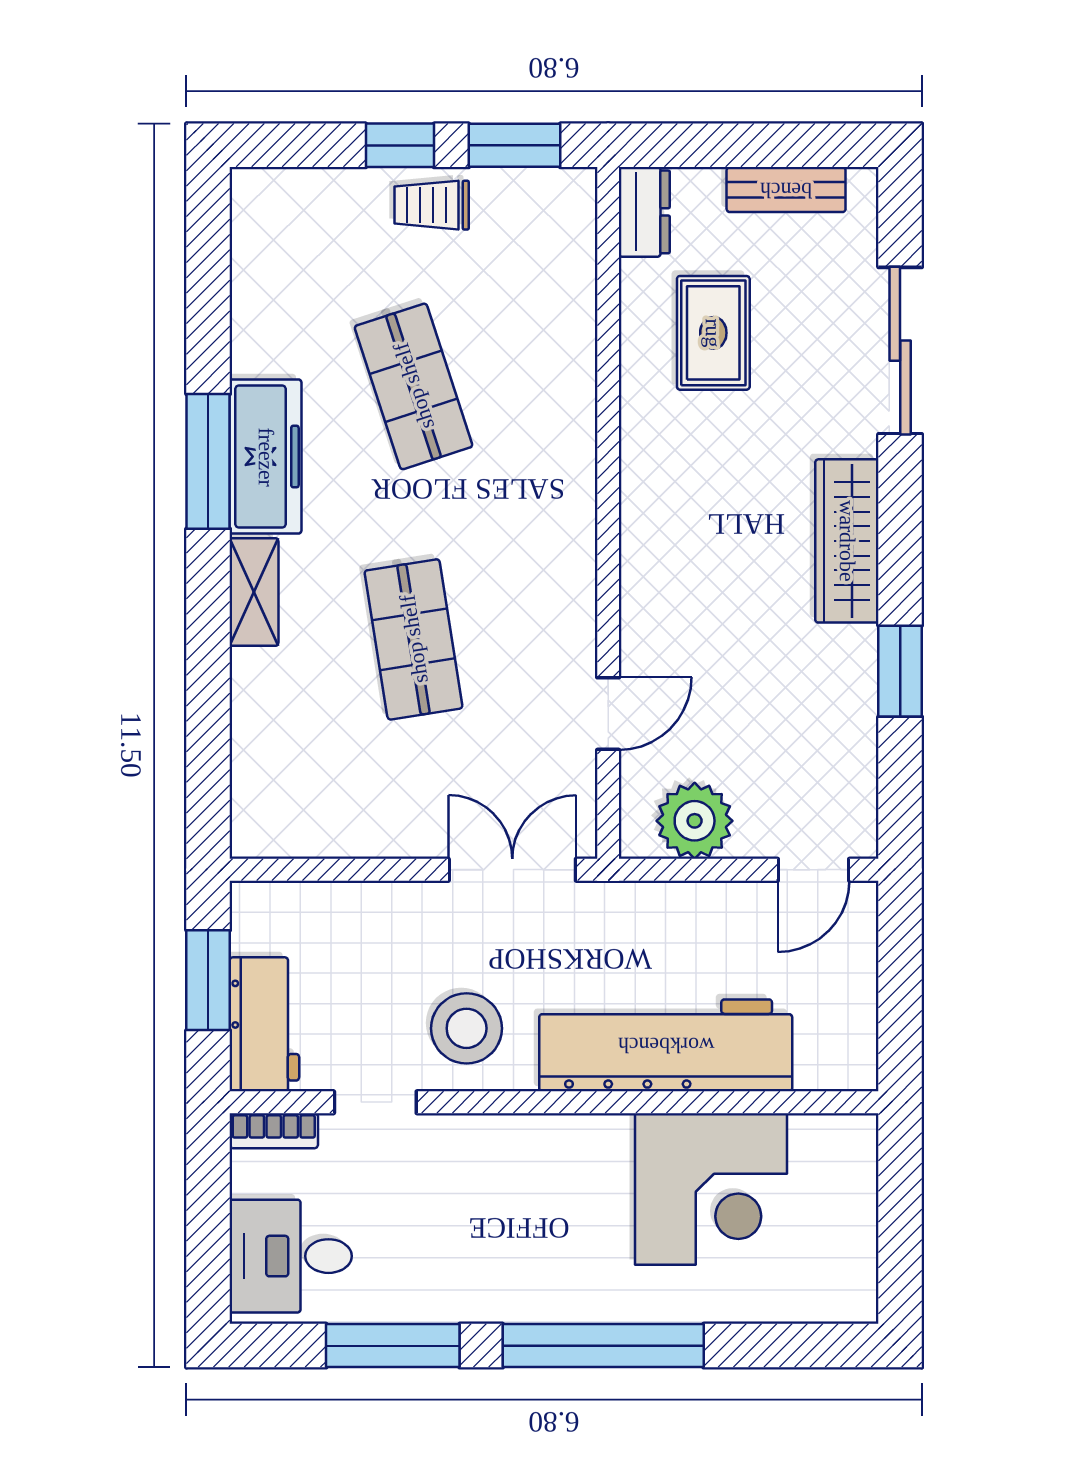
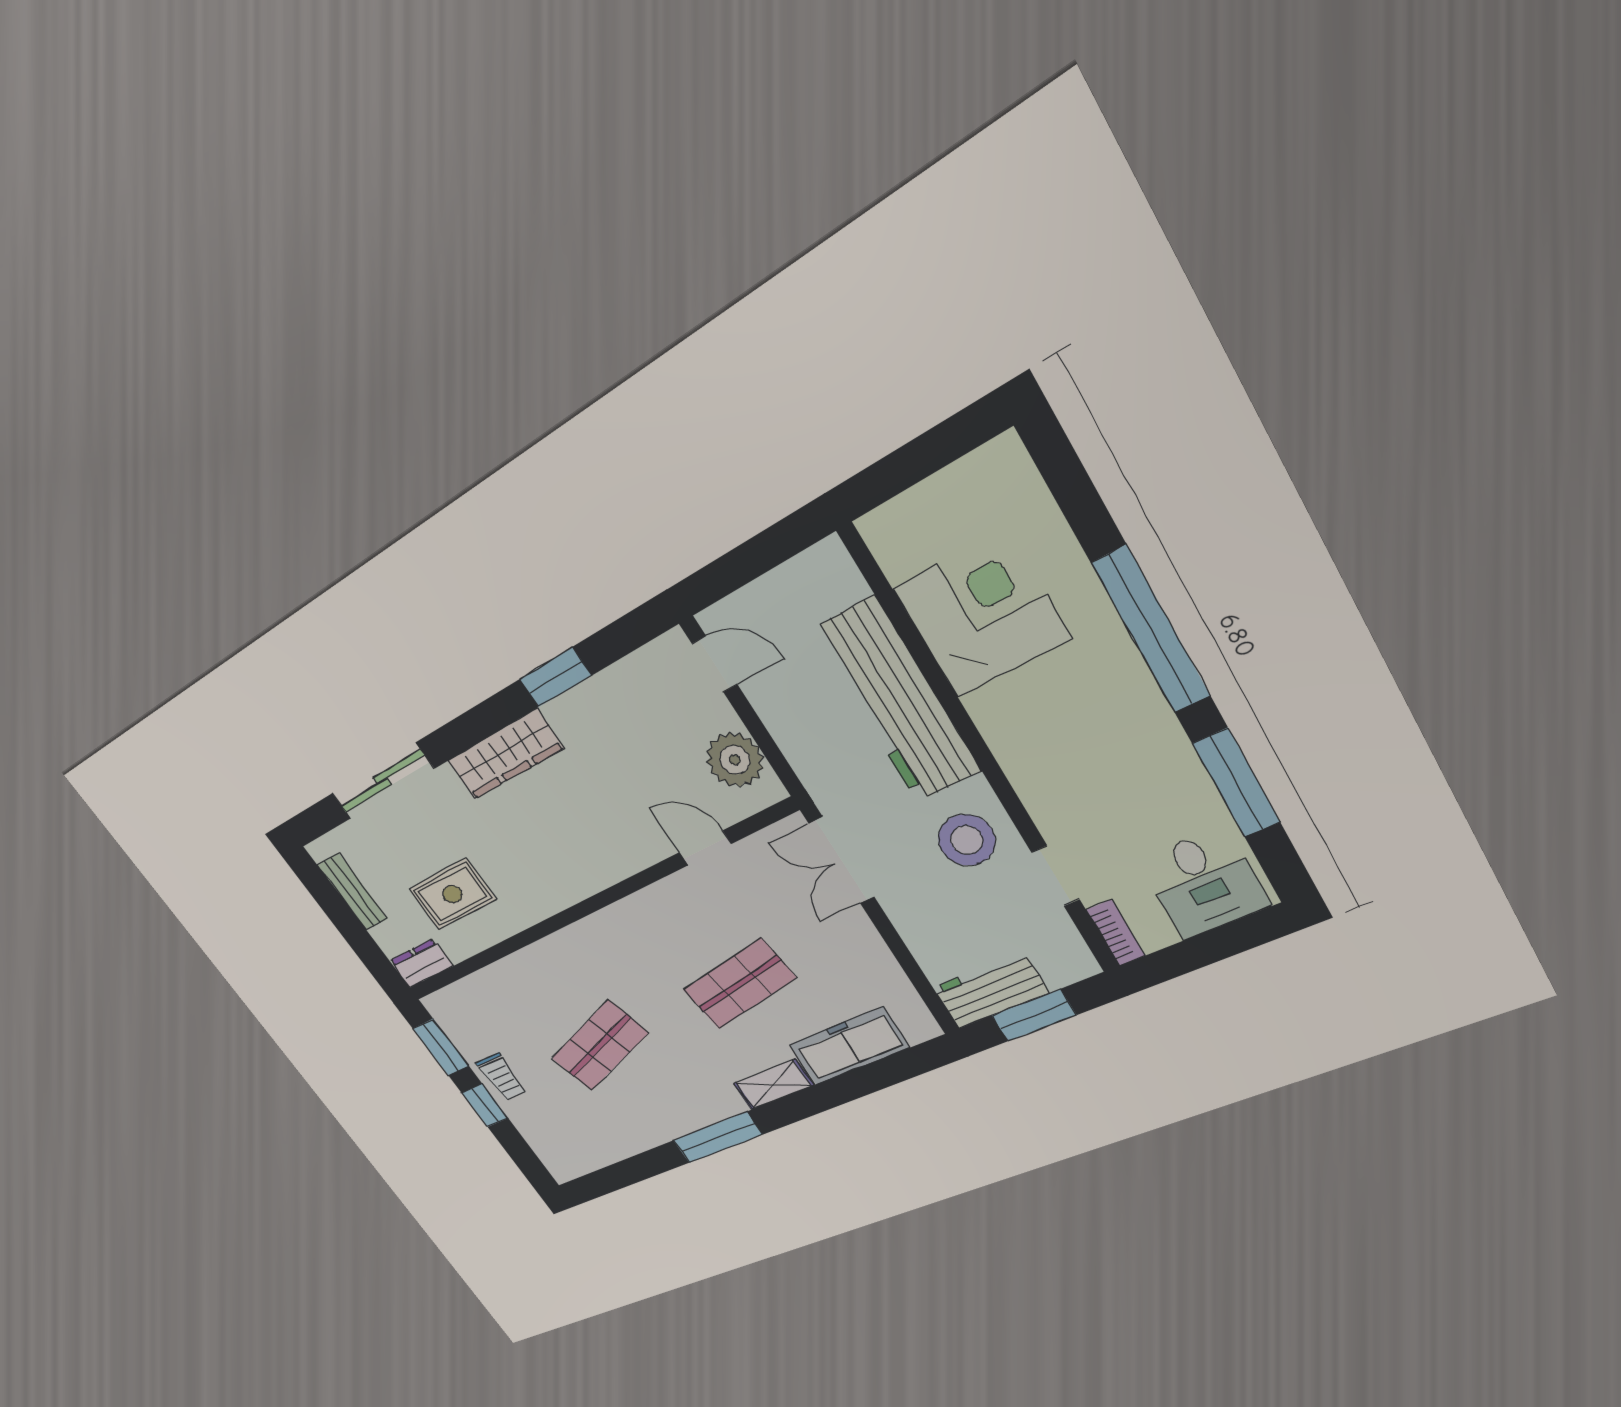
freezer: (266, 457) -> (849, 1046), moved
workbench: (264, 1024) -> (990, 990), moved

